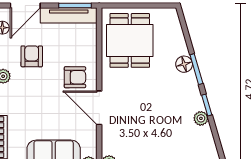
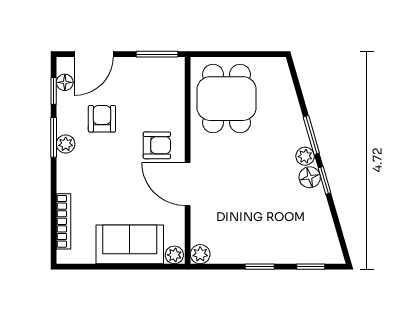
tv unit: (69, 15) -> (149, 67), removed
floor lamp: (184, 64) -> (310, 177), moved
plant: (201, 118) -> (305, 156), moved

